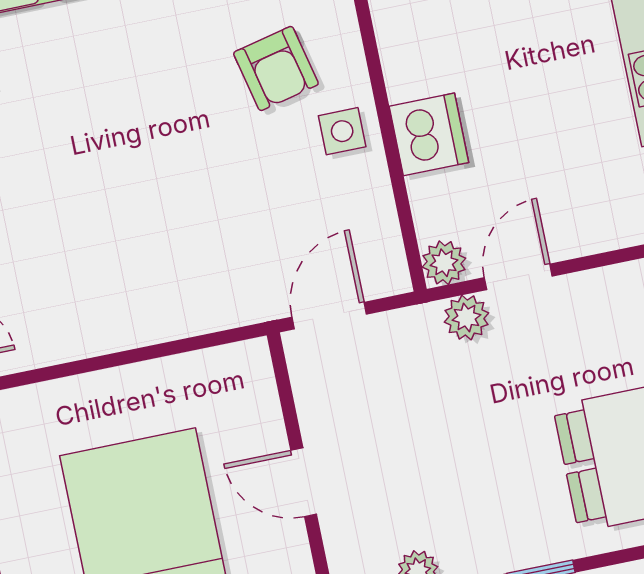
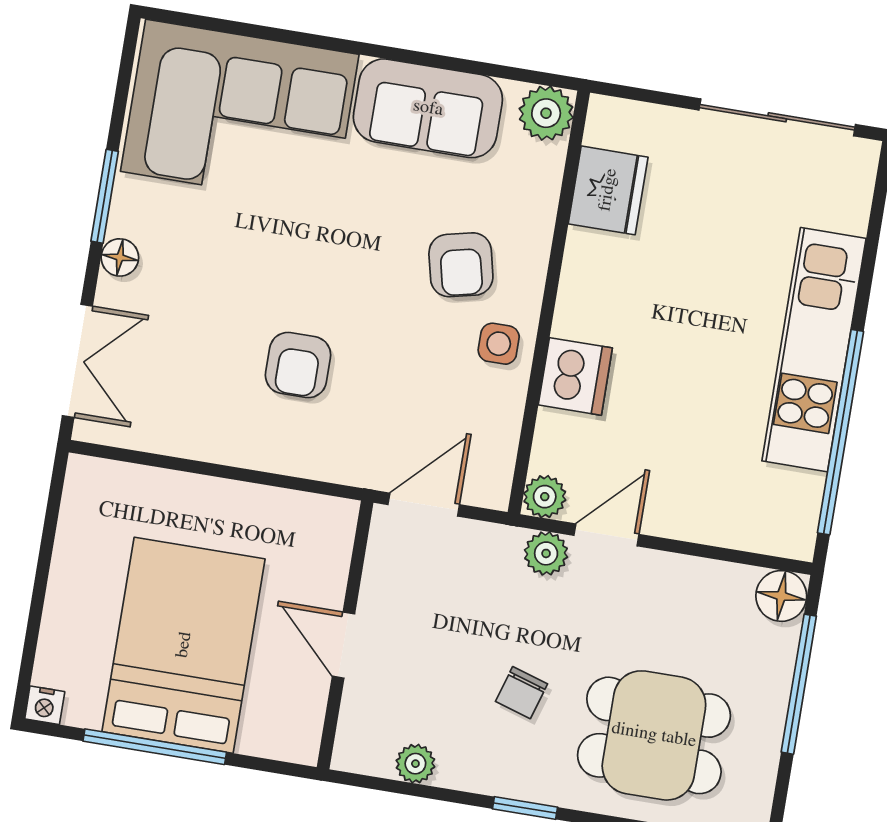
armchair: (155, 227) -> (298, 365), added
chair: (495, 462) -> (522, 693), added

